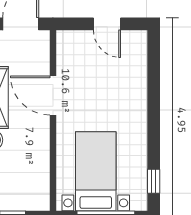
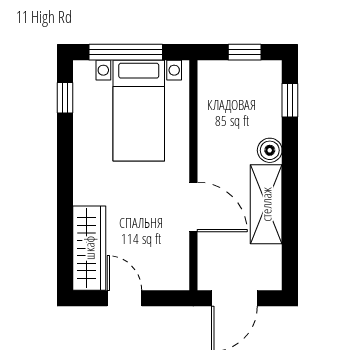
wardrobe: (135, 63) -> (89, 248), added

